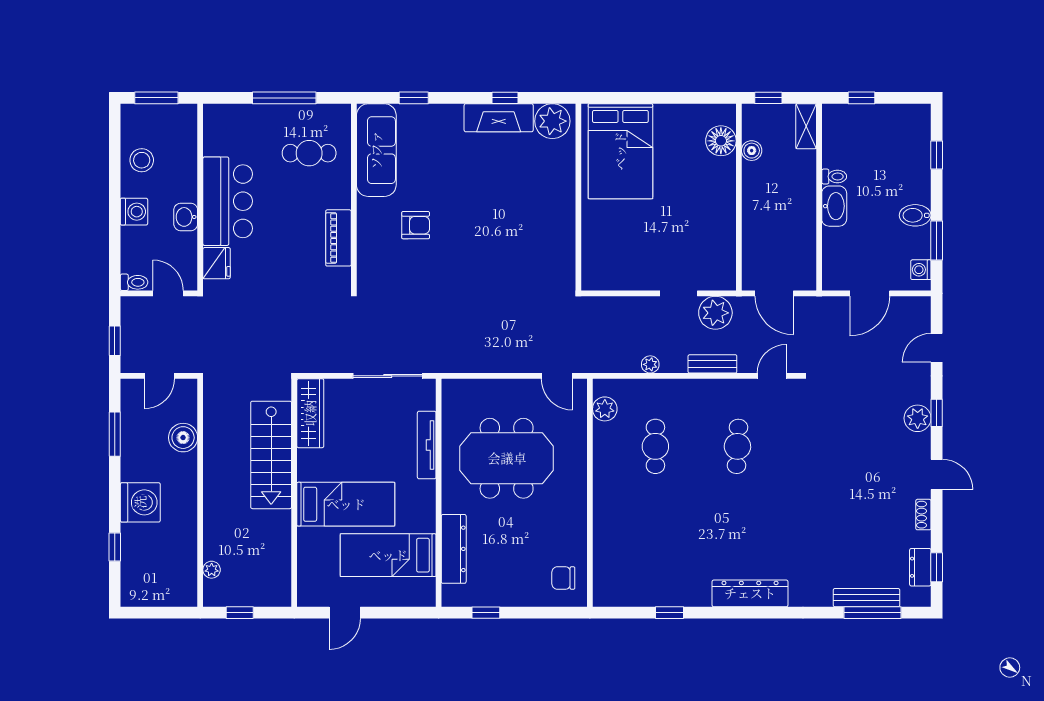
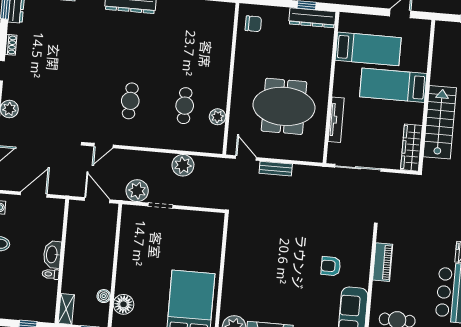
plant: (650, 364) -> (183, 165), width x1.88, depth x1.88
bench: (712, 364) -> (276, 169), moved
plant: (605, 409) -> (218, 117), moved
dresser: (454, 549) -> (312, 18), moved, turned -90

